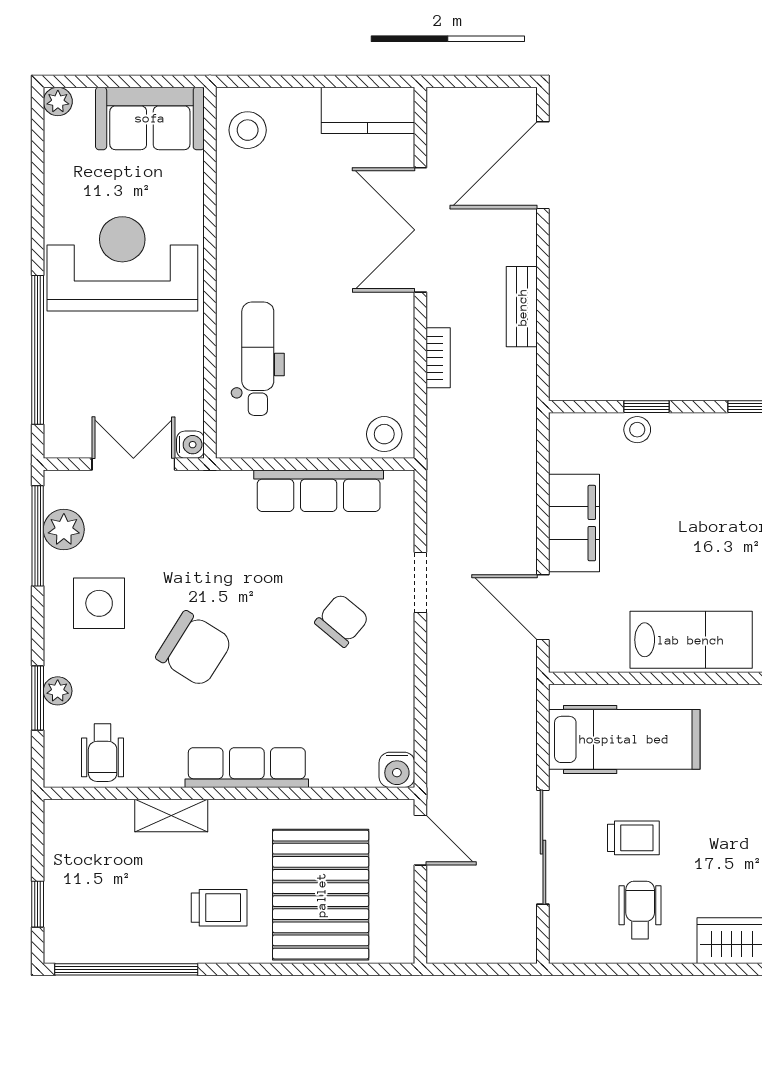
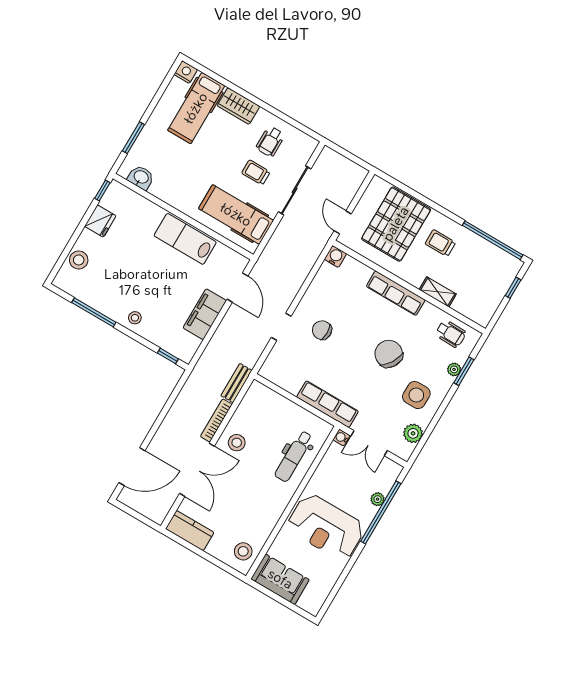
plant: (58, 101) -> (378, 499), moved
bench: (522, 307) -> (237, 383), moved
bookcase: (438, 358) -> (216, 420), width x1.56
window: (647, 407) -> (168, 356), moved
stool: (637, 430) -> (135, 318), moved
stool: (384, 434) -> (237, 443), moved
row of seats: (319, 491) -> (328, 404), moved
window: (38, 536) -> (425, 437), removed
chair: (342, 620) -> (322, 330), turned 50
wheelchair: (103, 753) -> (451, 334), turned 91

